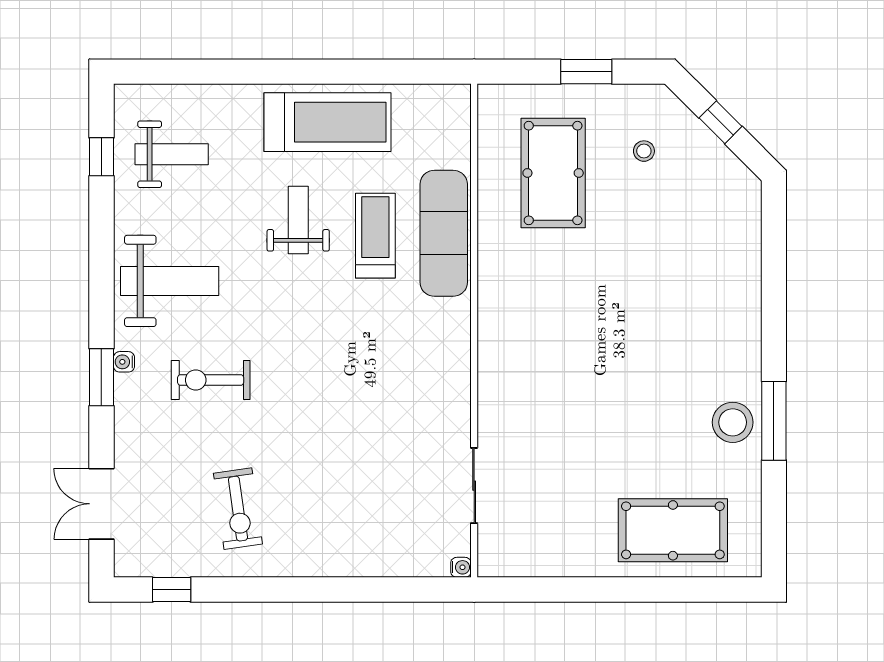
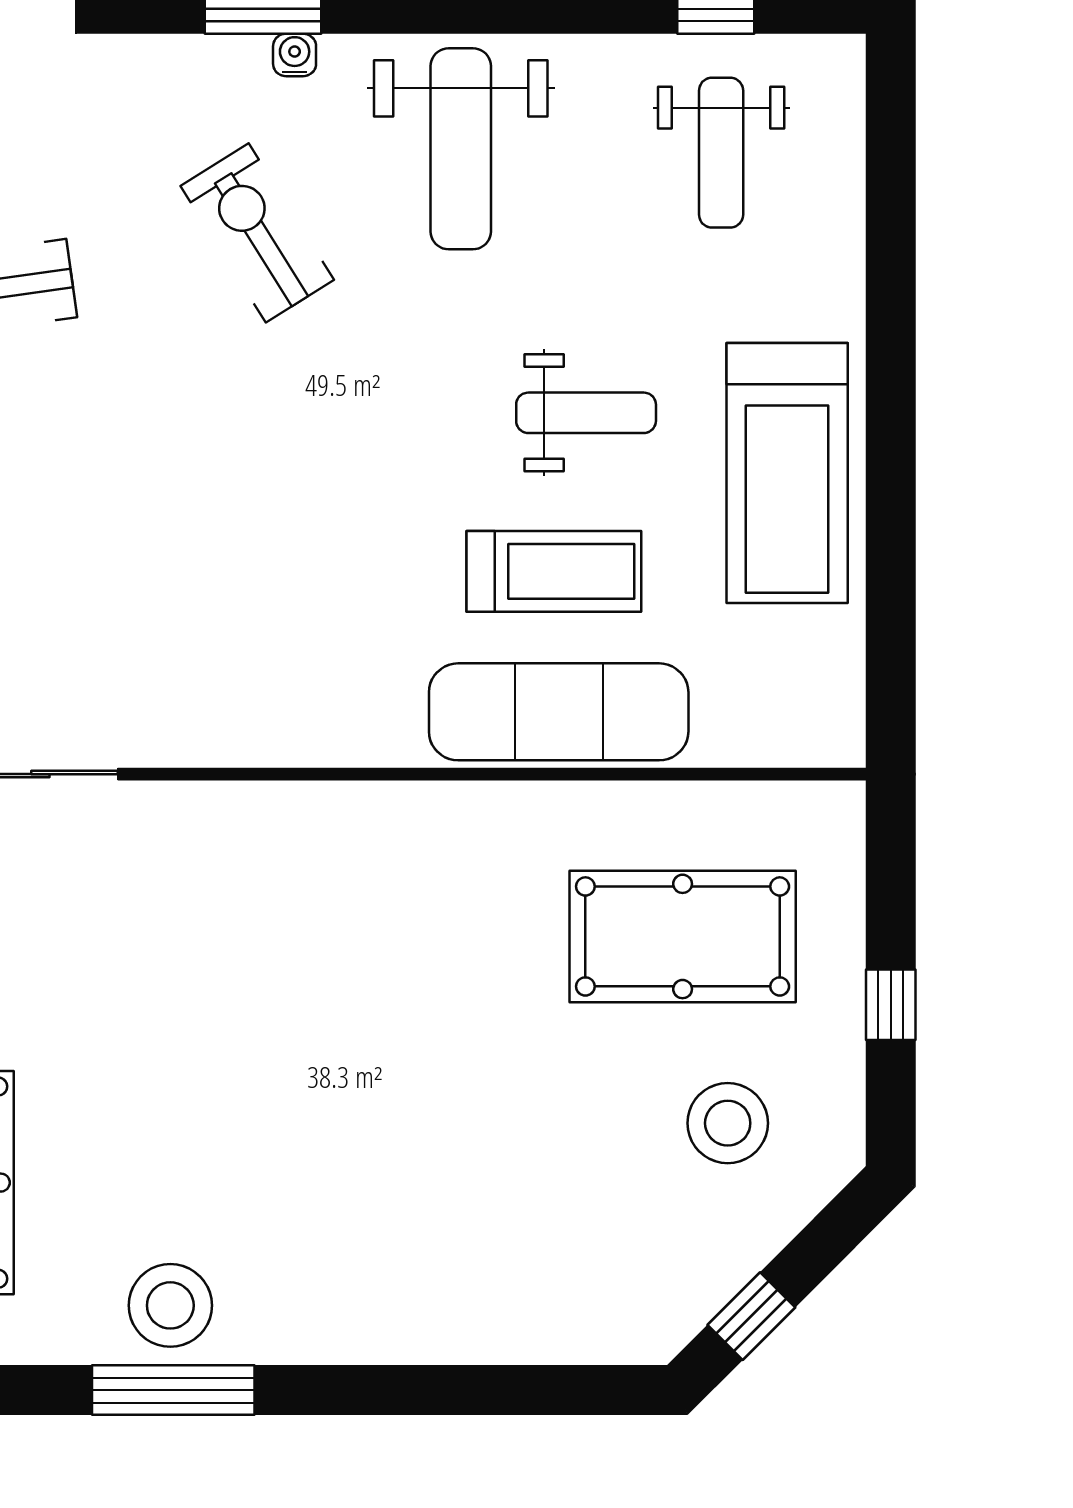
window: (586, 72) -> (891, 1005), width x0.67
window: (721, 122) -> (751, 1316), moved
stool: (644, 151) -> (728, 1123), width x1.89, depth x1.89
exercise bike: (211, 380) -> (257, 233), turned -32

